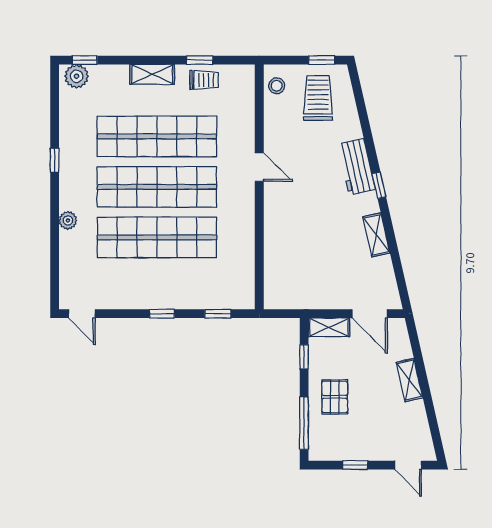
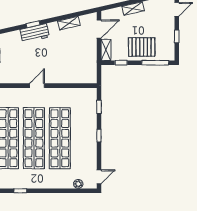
door: (259, 167) -> (37, 86), moved
workbench: (357, 167) -> (35, 33), moved
plant: (68, 220) -> (78, 184), moved
shelving: (376, 235) -> (69, 23), moved
pallet: (335, 397) -> (142, 47), width x1.50, depth x1.42

